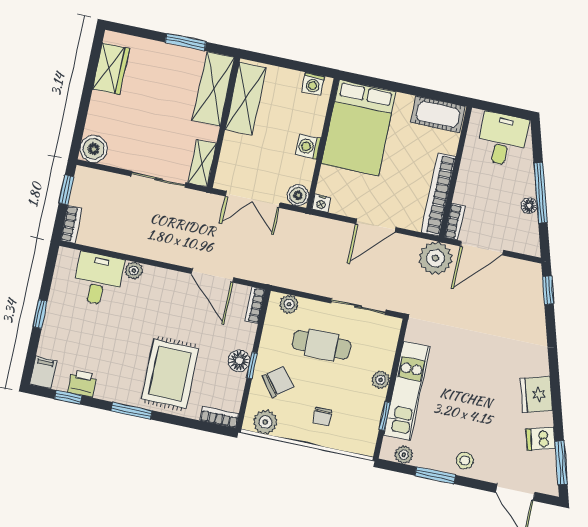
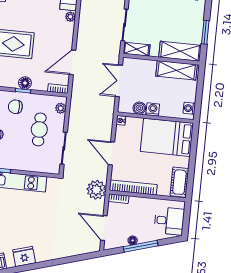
boiler: (298, 195) -> (139, 108), moved
door: (482, 248) -> (104, 228), moved
window: (548, 290) -> (85, 257), removed
plant: (381, 380) -> (23, 166), removed
chair: (278, 382) -> (15, 107), turned 128

